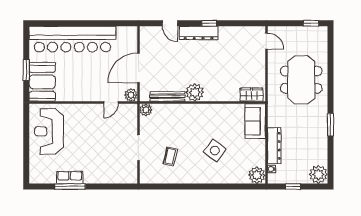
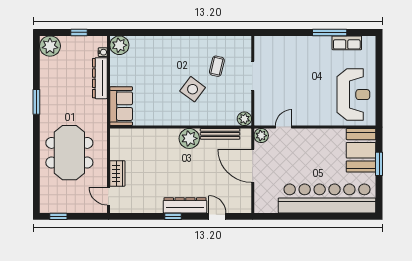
door: (138, 68) -> (253, 166), swing flipped
wardrobe: (252, 95) -> (117, 173), moved, turned -90
side table: (215, 150) -> (193, 89), moved
row of seats: (70, 177) -> (347, 43), moved

